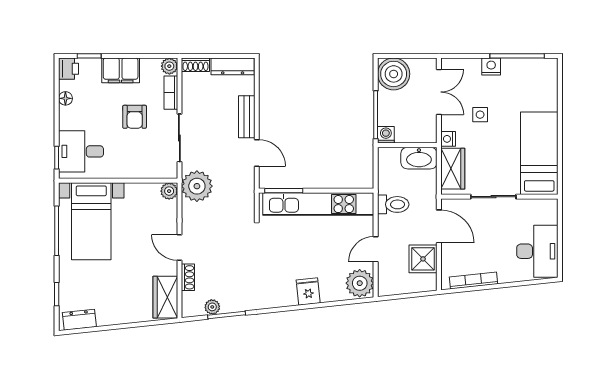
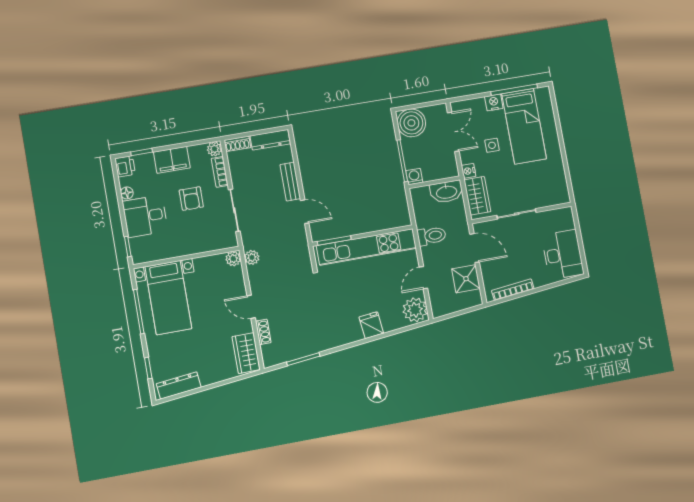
desk: (81, 151) -> (145, 216), moved
bed: (539, 153) -> (524, 126), moved, turned 180
plant: (197, 186) -> (252, 257), width x0.53, depth x0.53
plant: (212, 307) -> (289, 354), removed
dresser: (79, 320) -> (179, 385), width x1.44

